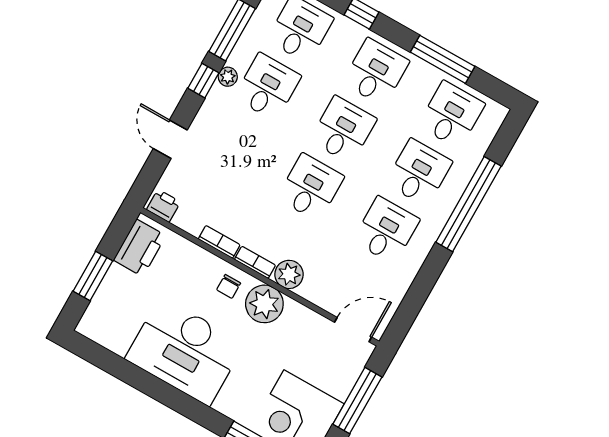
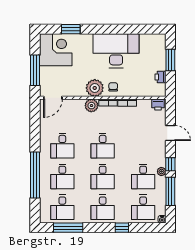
window: (443, 59) -> (68, 228), moved
printer: (140, 248) -> (161, 77), width x0.53, depth x0.68

